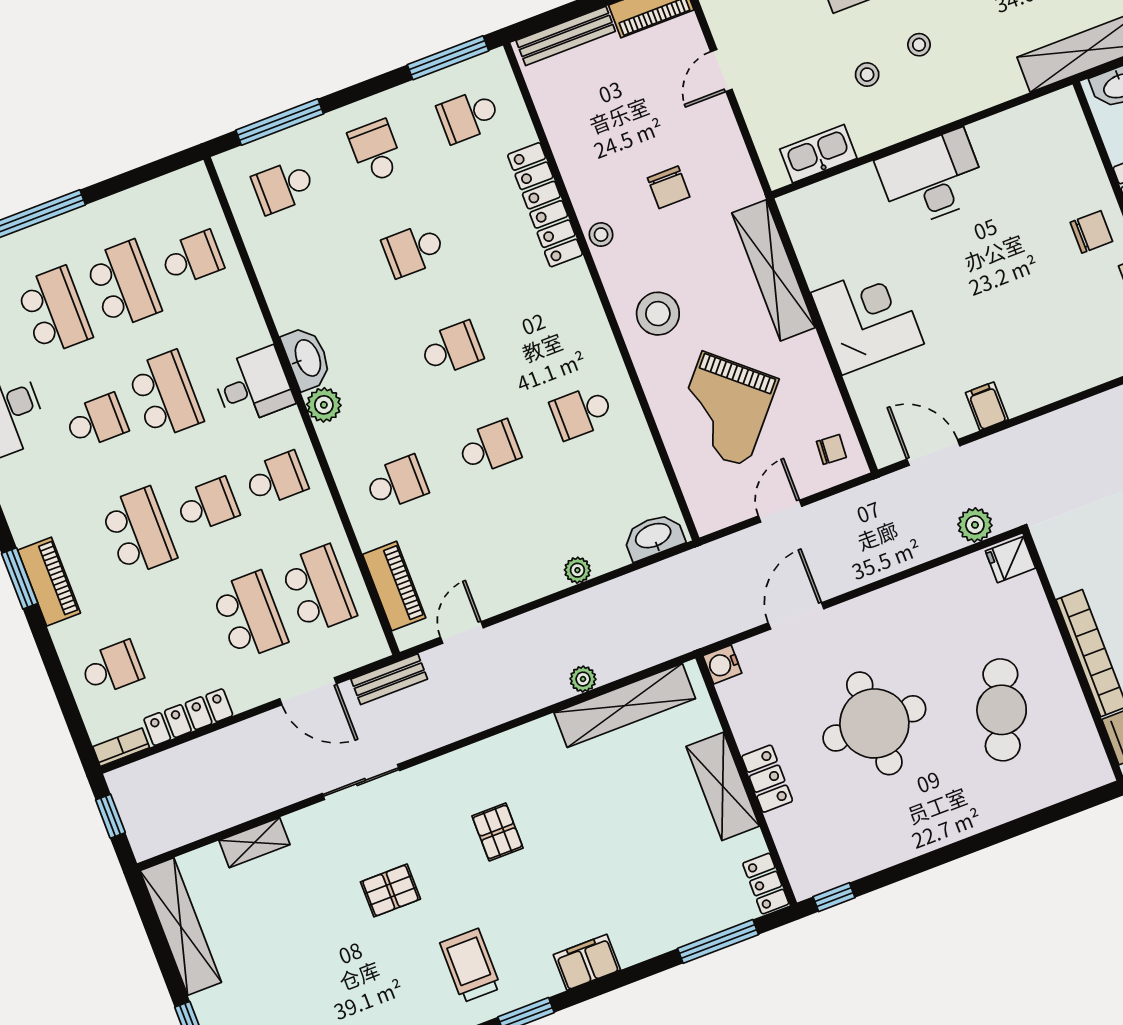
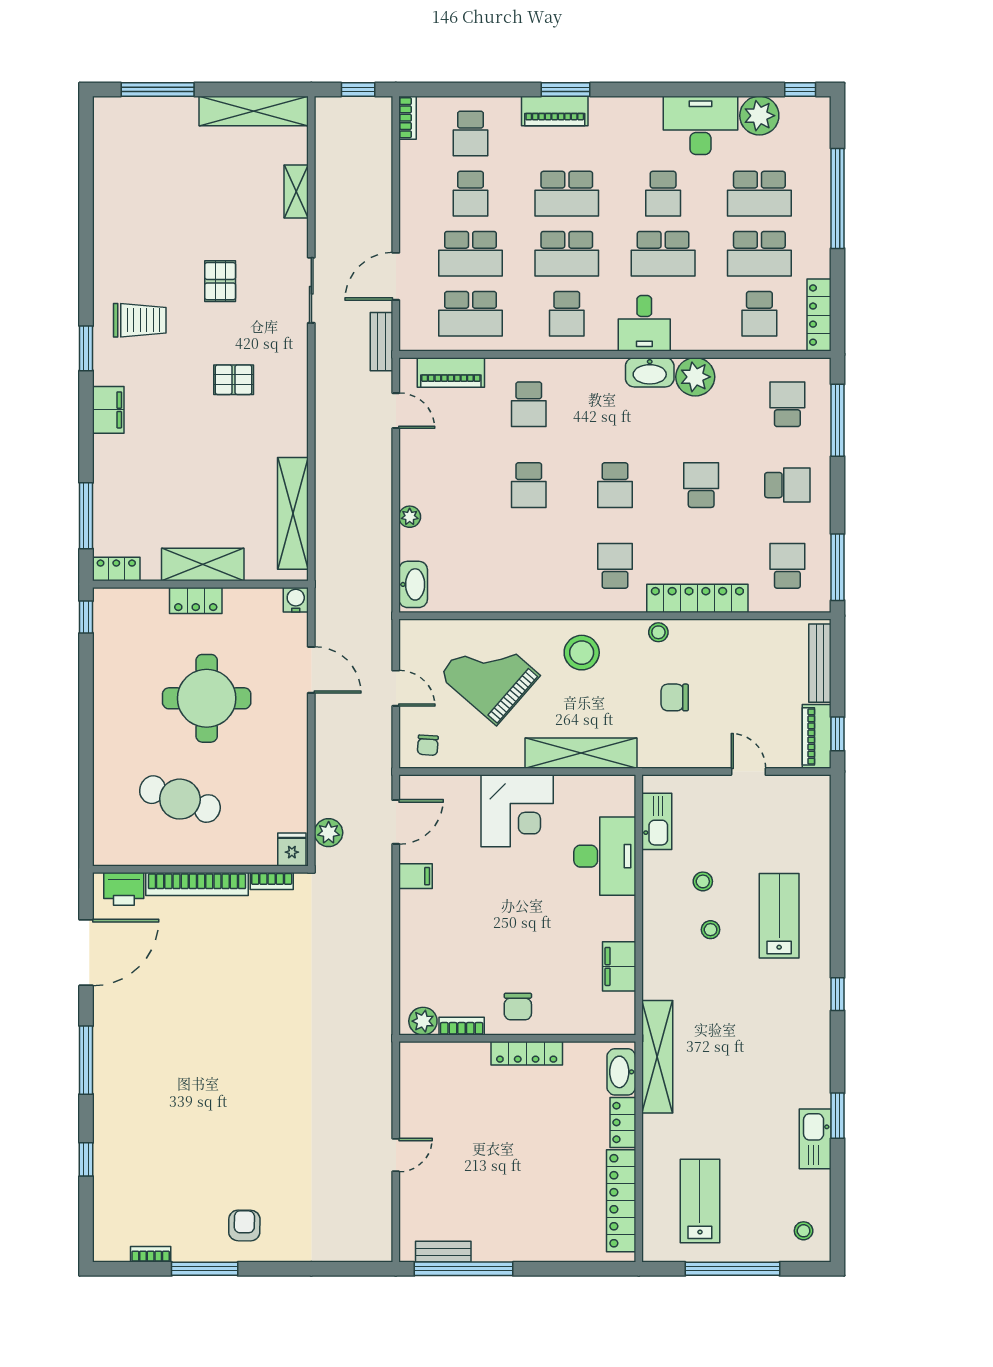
filing cabinet: (1001, 133) -> (619, 966), added
desk: (932, 179) -> (605, 856), moved
plant: (324, 405) -> (695, 377), moved, width x1.36, depth x1.36
school desk: (582, 412) -> (615, 566), moved
school desk: (207, 505) -> (567, 254), width x1.85
bookcase: (1055, 569) -> (272, 881), added
school desk: (181, 642) -> (471, 194), added
plant: (583, 679) -> (325, 489), removed
locker: (188, 717) -> (819, 315), moved, turned 180

